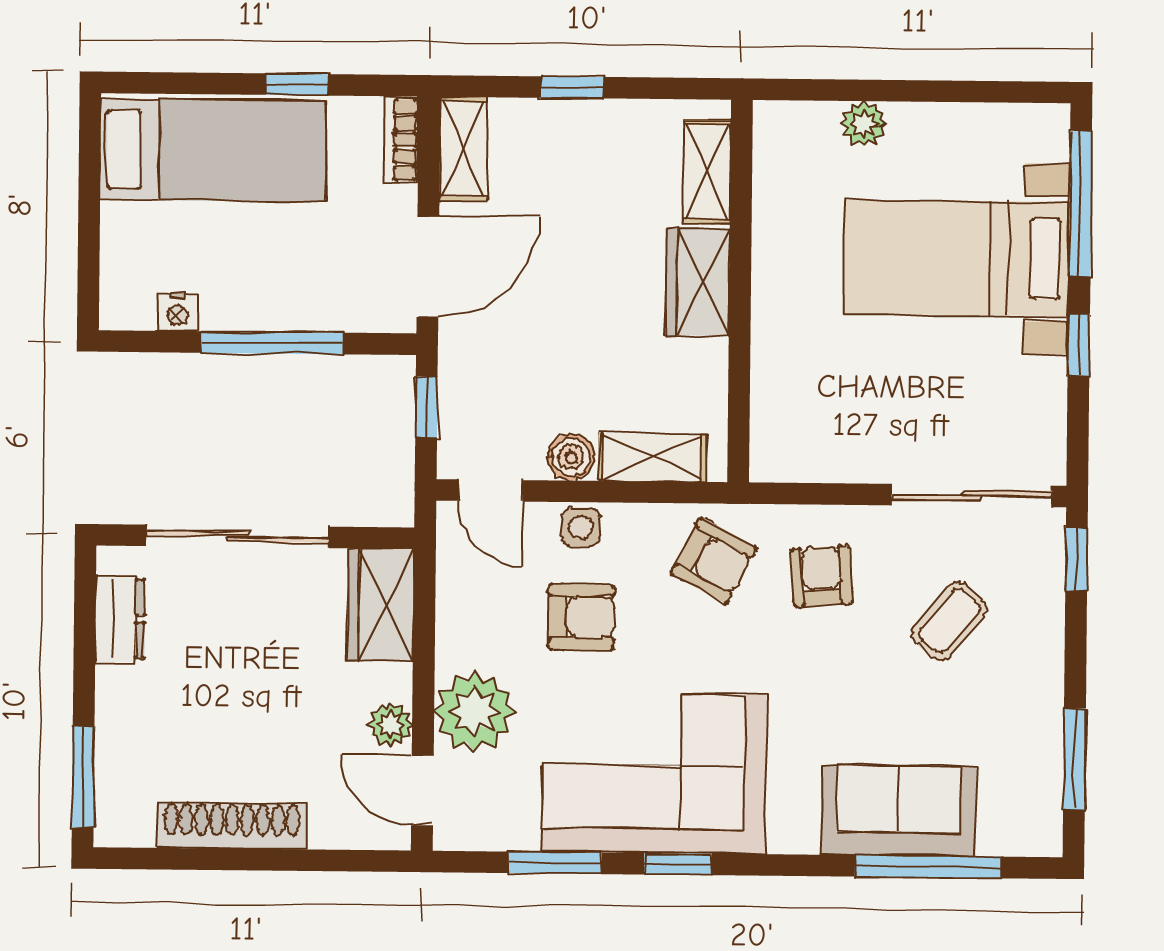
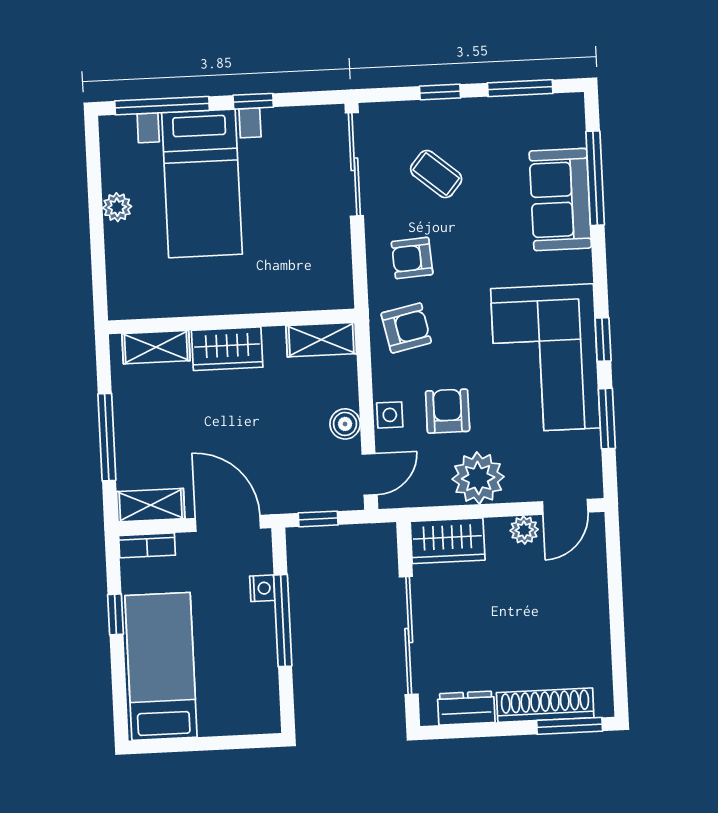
window: (572, 87) -> (107, 437), width x2.17
plant: (864, 124) -> (117, 207), moved
nightstand: (177, 312) -> (262, 588), moved
shelving: (652, 457) -> (321, 340), moved, turned 90
window: (1077, 560) -> (440, 92), moved
armchair: (714, 561) -> (406, 328), turned 50
plant: (475, 711) -> (478, 478), moved
shoe rack: (232, 826) -> (545, 705), moved, turned 90

